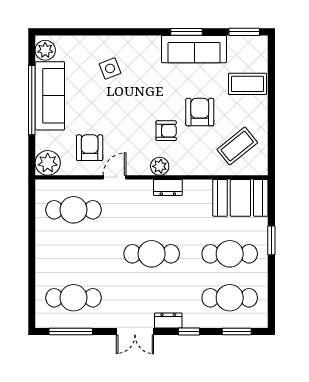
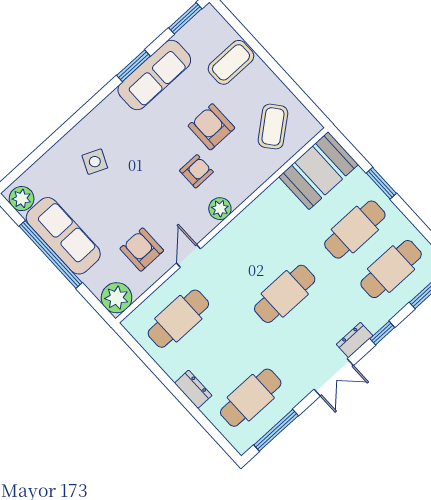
side table: (110, 68) -> (95, 162), turned 45
dresser: (168, 187) -> (193, 389), moved, turned -90

